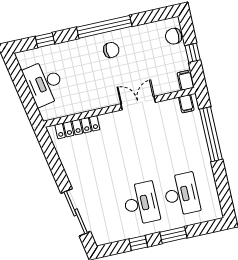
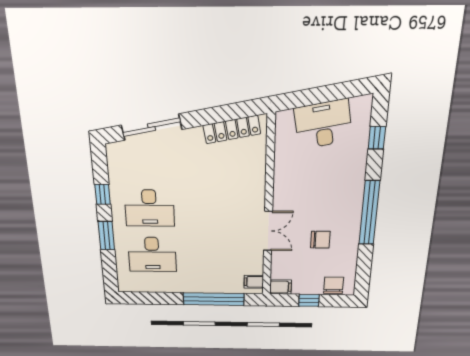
chair: (111, 50) -> (320, 240), moved, turned -90
locker: (77, 127) -> (232, 129), moved, turned -101

